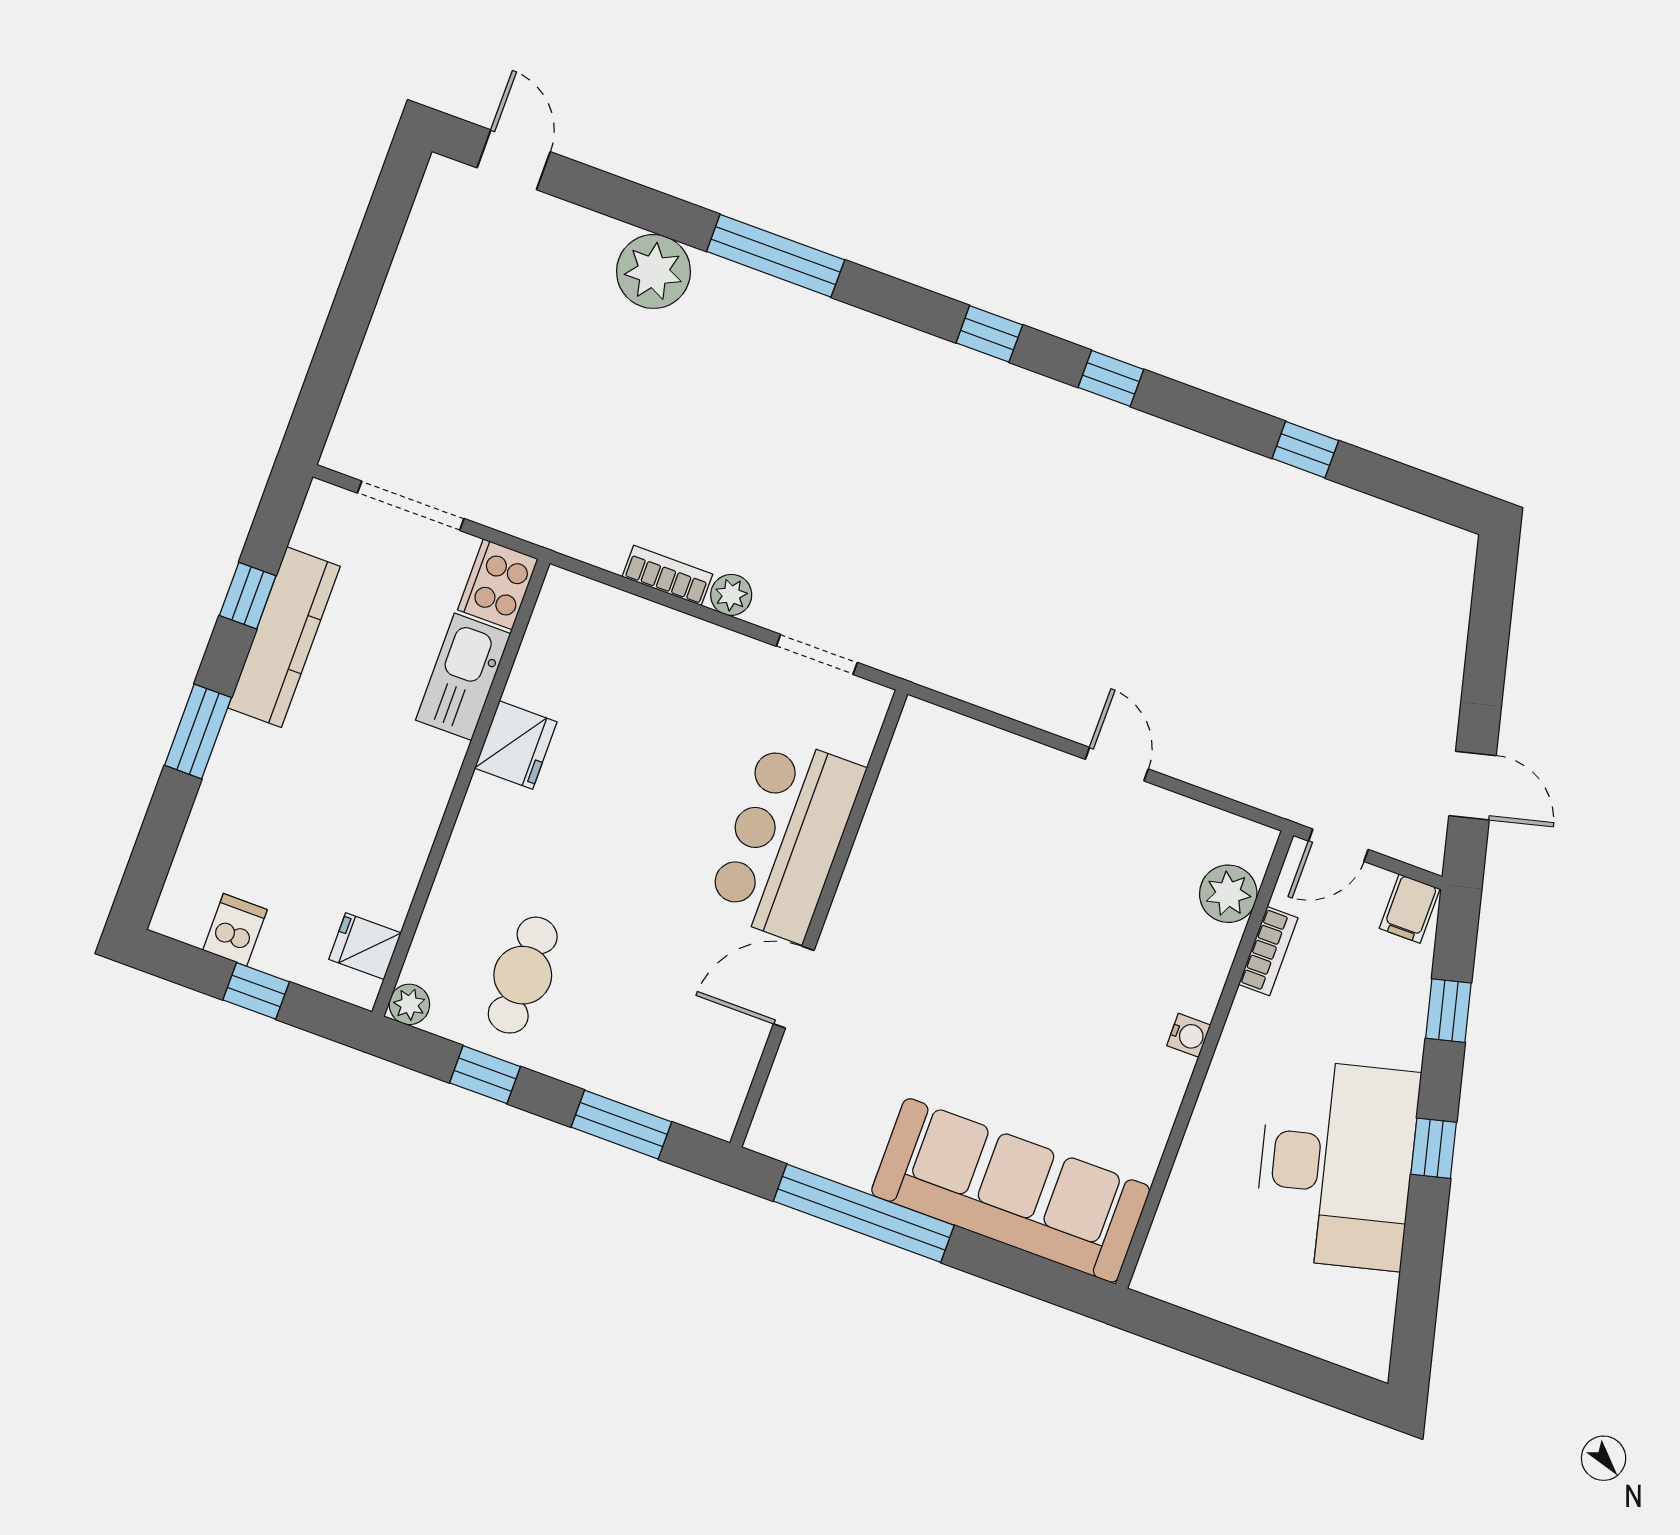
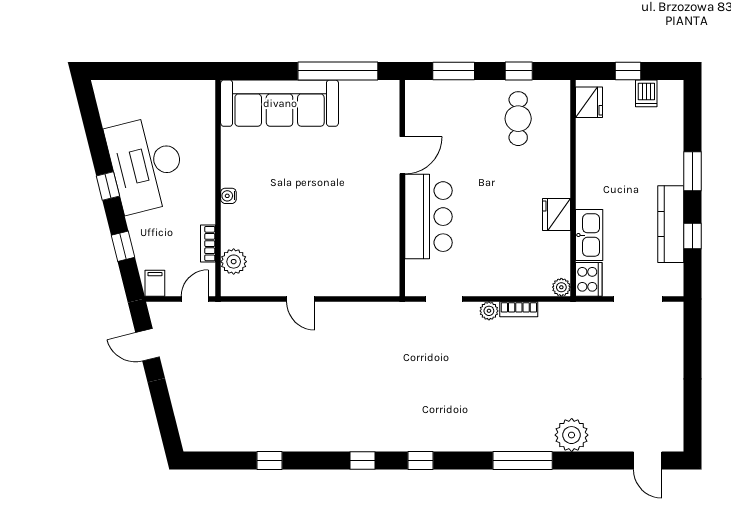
fridge: (365, 946) -> (589, 102), width x1.38
plant: (409, 1004) -> (561, 287), moved

